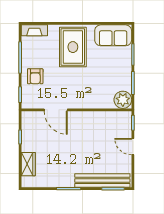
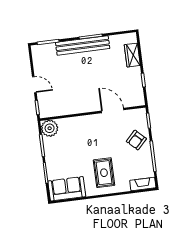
rug: (73, 47) -> (104, 173), width x0.73, depth x0.70
armchair: (35, 76) -> (136, 140), turned -136
bench: (102, 180) -> (83, 45), moved

